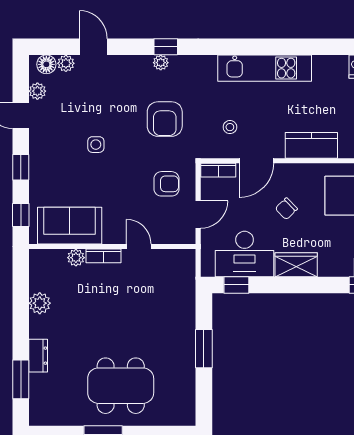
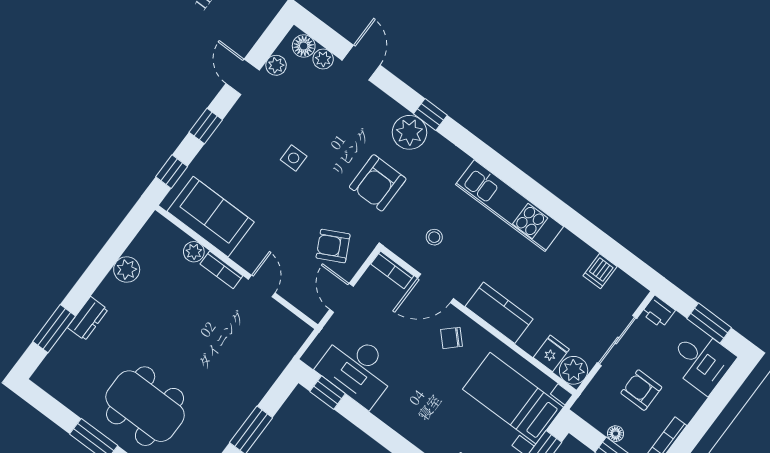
plant: (161, 63) -> (409, 132), width x1.88, depth x1.88
armchair: (166, 184) -> (333, 246), turned 153
chair: (286, 209) -> (452, 338), moved
door: (198, 214) -> (341, 298), swing flipped
wardrobe: (296, 265) -> (399, 416), removed

